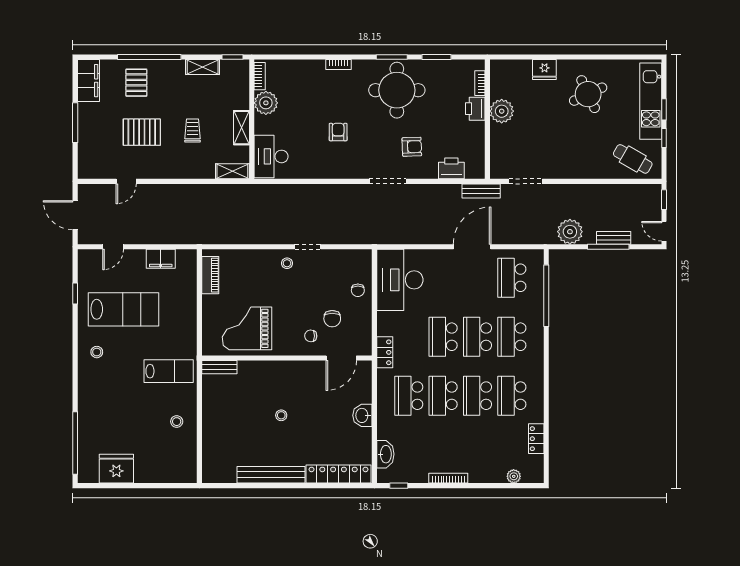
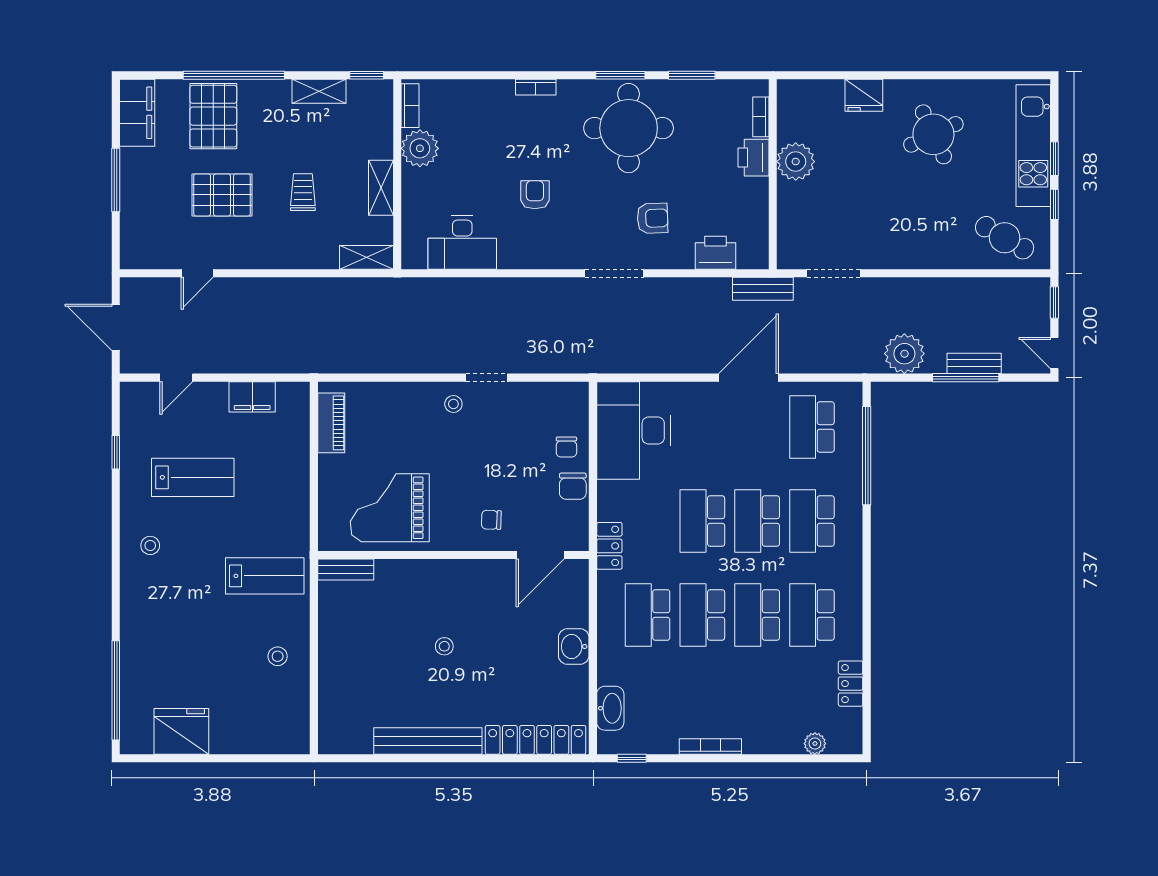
pallet: (136, 83) -> (213, 116), width x1.50, depth x1.42
desk: (271, 156) -> (462, 243), moved, turned -90
lab bench: (123, 309) -> (193, 477), width x0.73, depth x0.72
chair: (332, 319) -> (573, 486), moved

